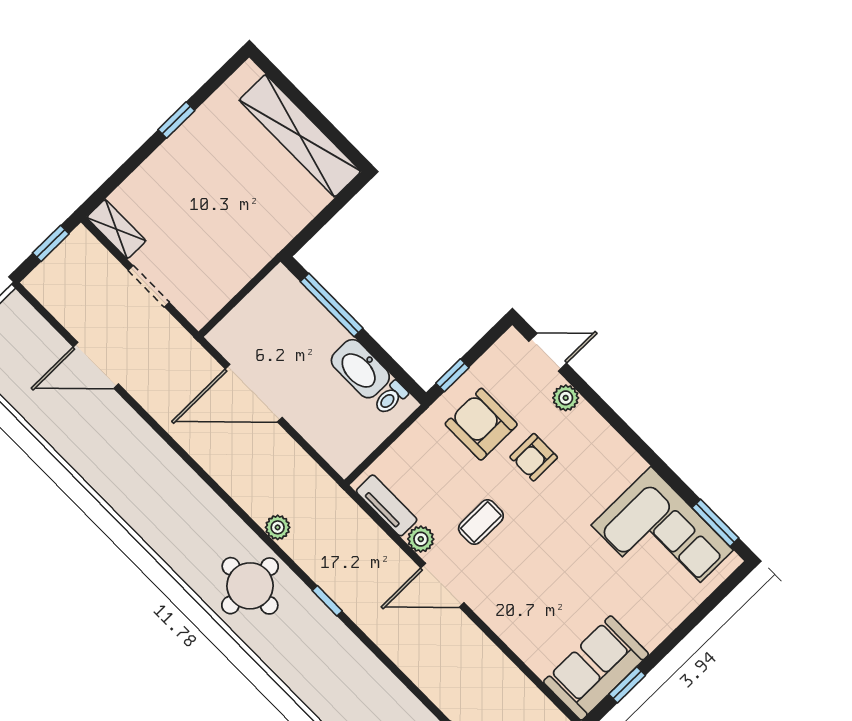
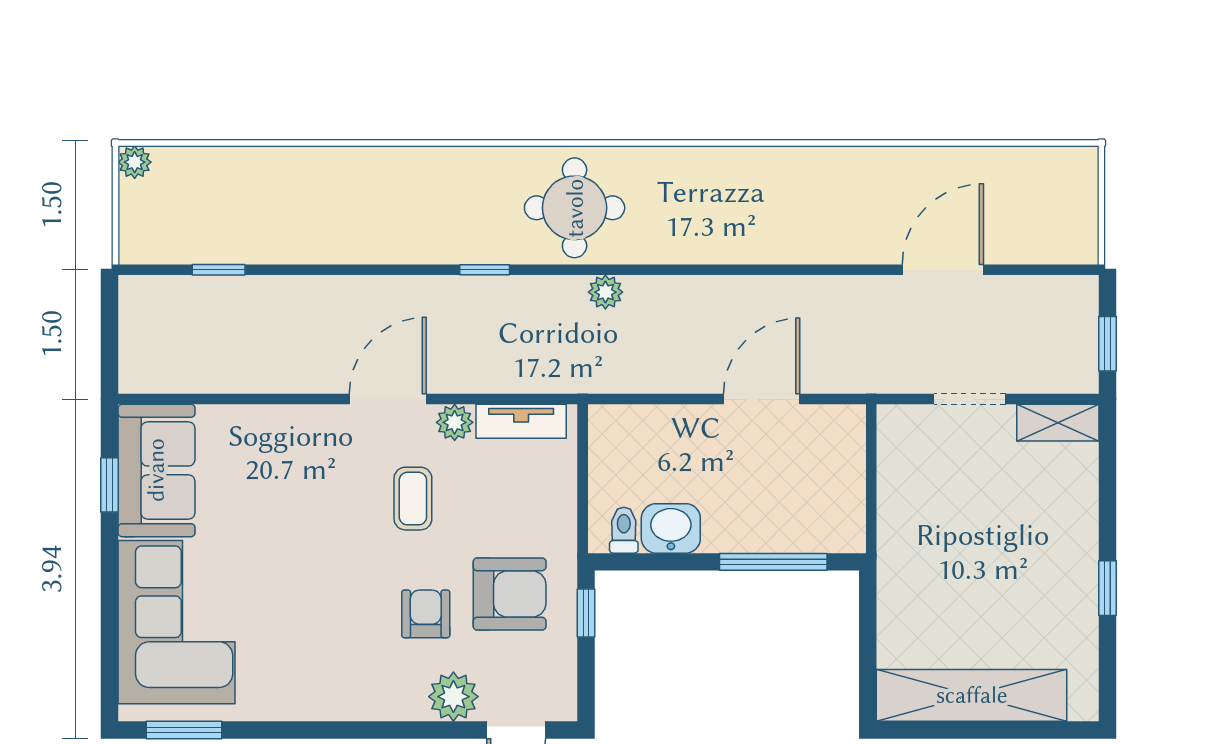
washbasin: (360, 369) -> (671, 528), width x0.72
door: (254, 393) -> (762, 399), width x0.73
plant: (566, 398) -> (453, 697), width x1.38, depth x1.38
corner sofa: (662, 538) -> (177, 622), moved, turned 90

